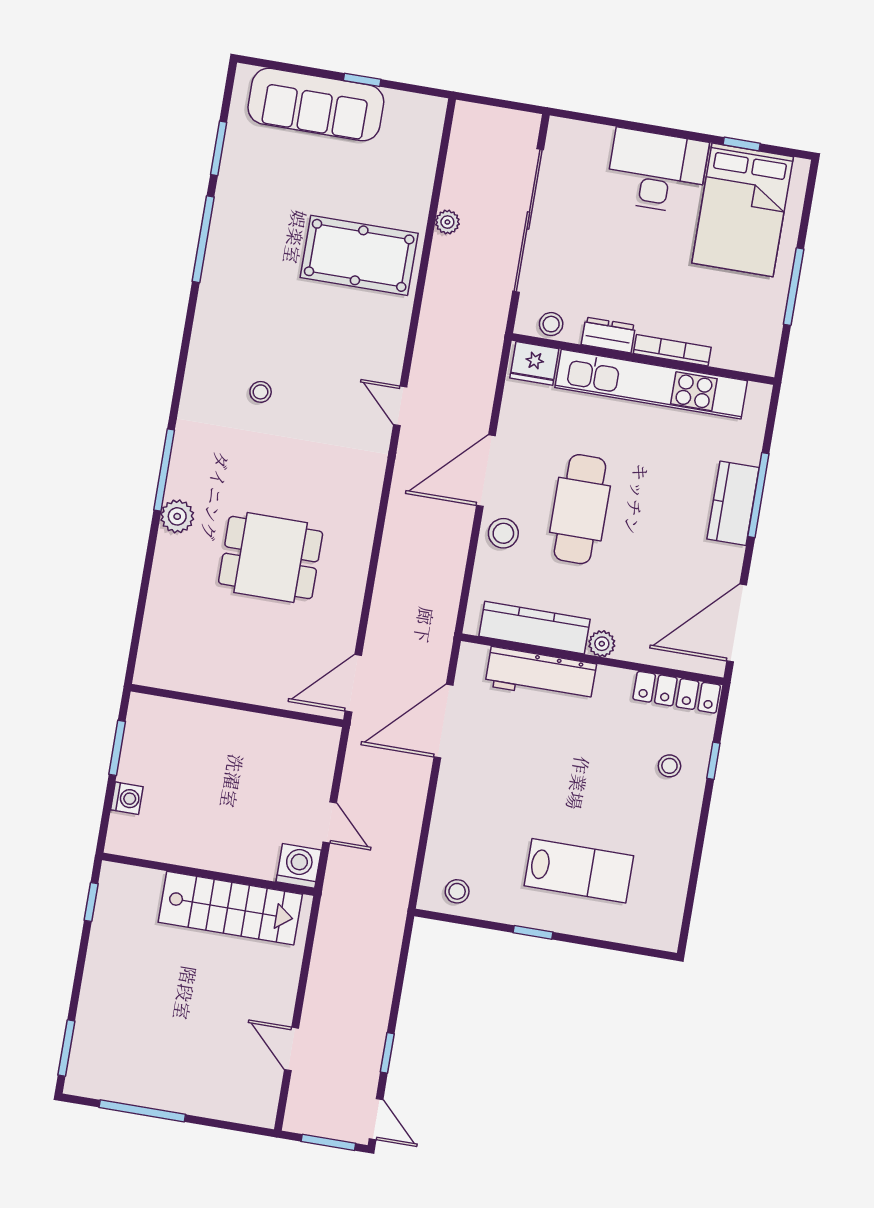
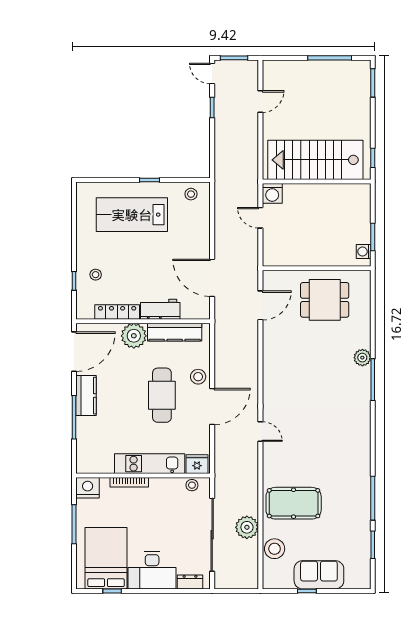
sofa: (316, 105) -> (319, 575), width x0.73
plant: (447, 222) -> (247, 527), width x1.87, depth x1.87
dresser: (608, 335) -> (190, 582), moved, turned 180
nightstand: (755, 353) -> (88, 488), added
kitchen unit: (651, 384) -> (150, 464), width x0.73
stool: (261, 392) -> (275, 549), moved, width x1.89, depth x1.89
kitchen counter: (733, 503) -> (86, 396), moved
dining table: (271, 558) -> (325, 300), moved
plant: (602, 644) -> (134, 336), width x1.88, depth x1.88
workbench: (541, 675) -> (160, 309), width x0.73
door: (353, 683) -> (260, 305), moved
locker: (677, 692) -> (117, 312), moved
door: (443, 721) -> (212, 278), swing flipped
washing machine: (127, 798) -> (364, 252), moved
lab bench: (579, 871) -> (132, 215), width x1.36, depth x1.39
stairs: (230, 908) -> (315, 160), width x1.36, depth x1.51
door: (291, 1049) -> (260, 101), hinge flipped

